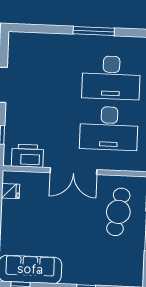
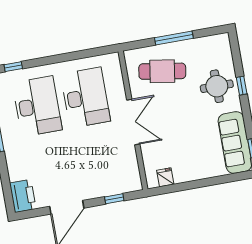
printer: (27, 156) -> (23, 196), moved, turned 180
round table: (91, 264) -> (217, 86), added

